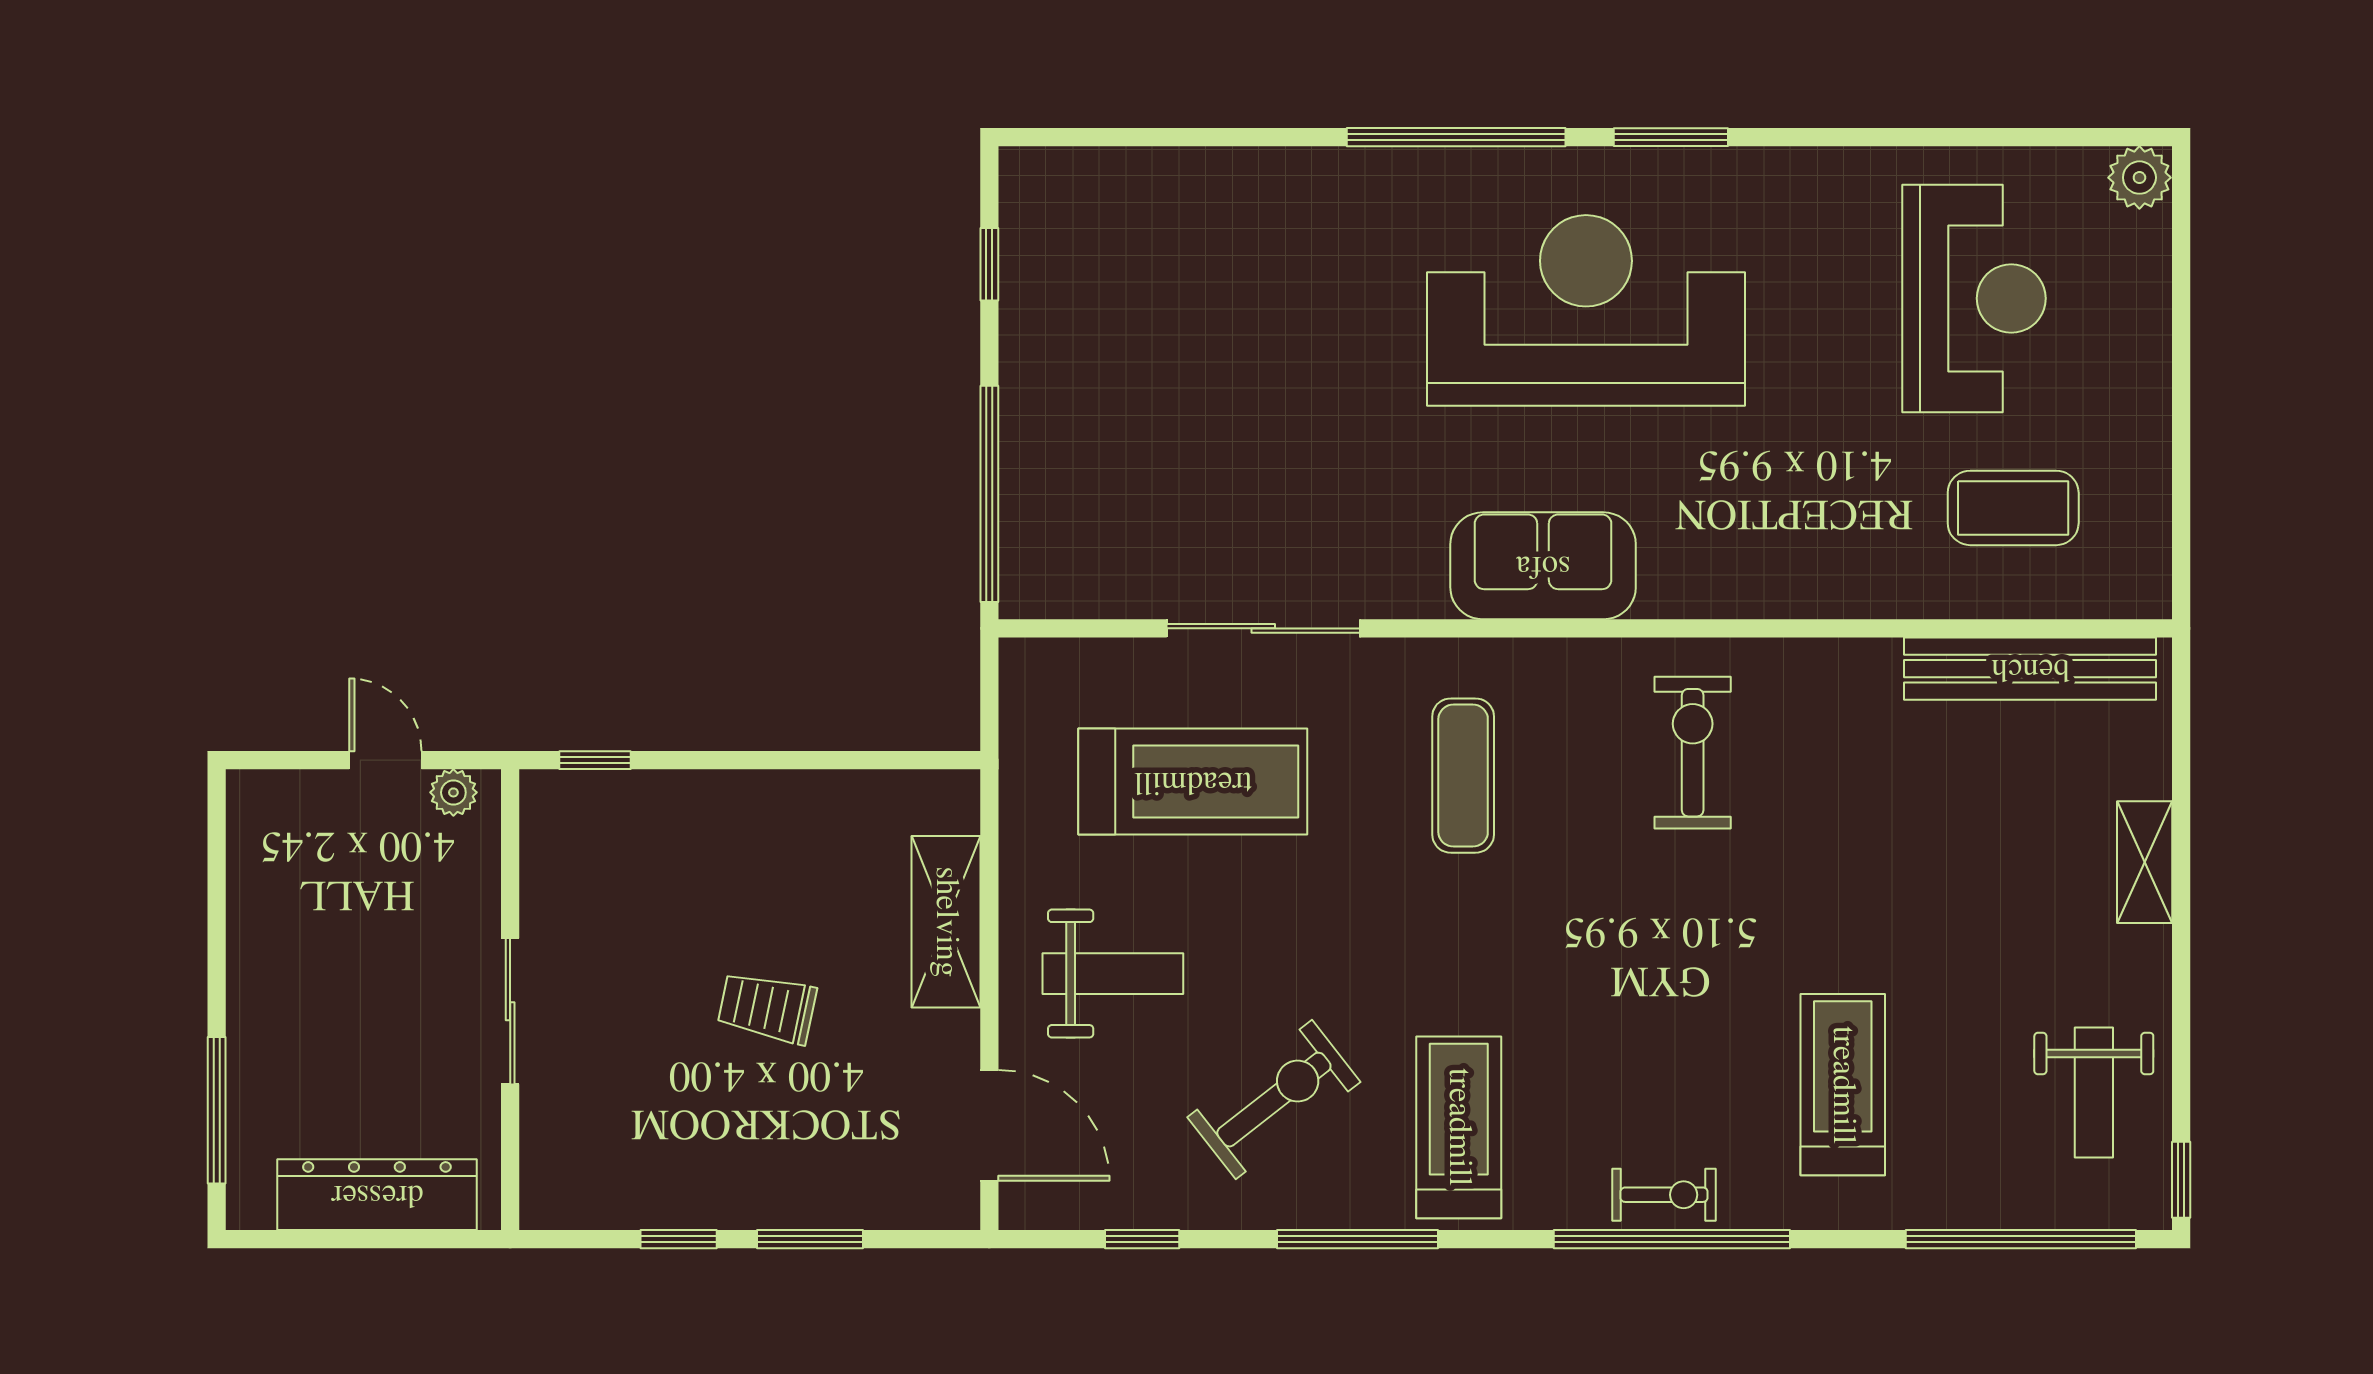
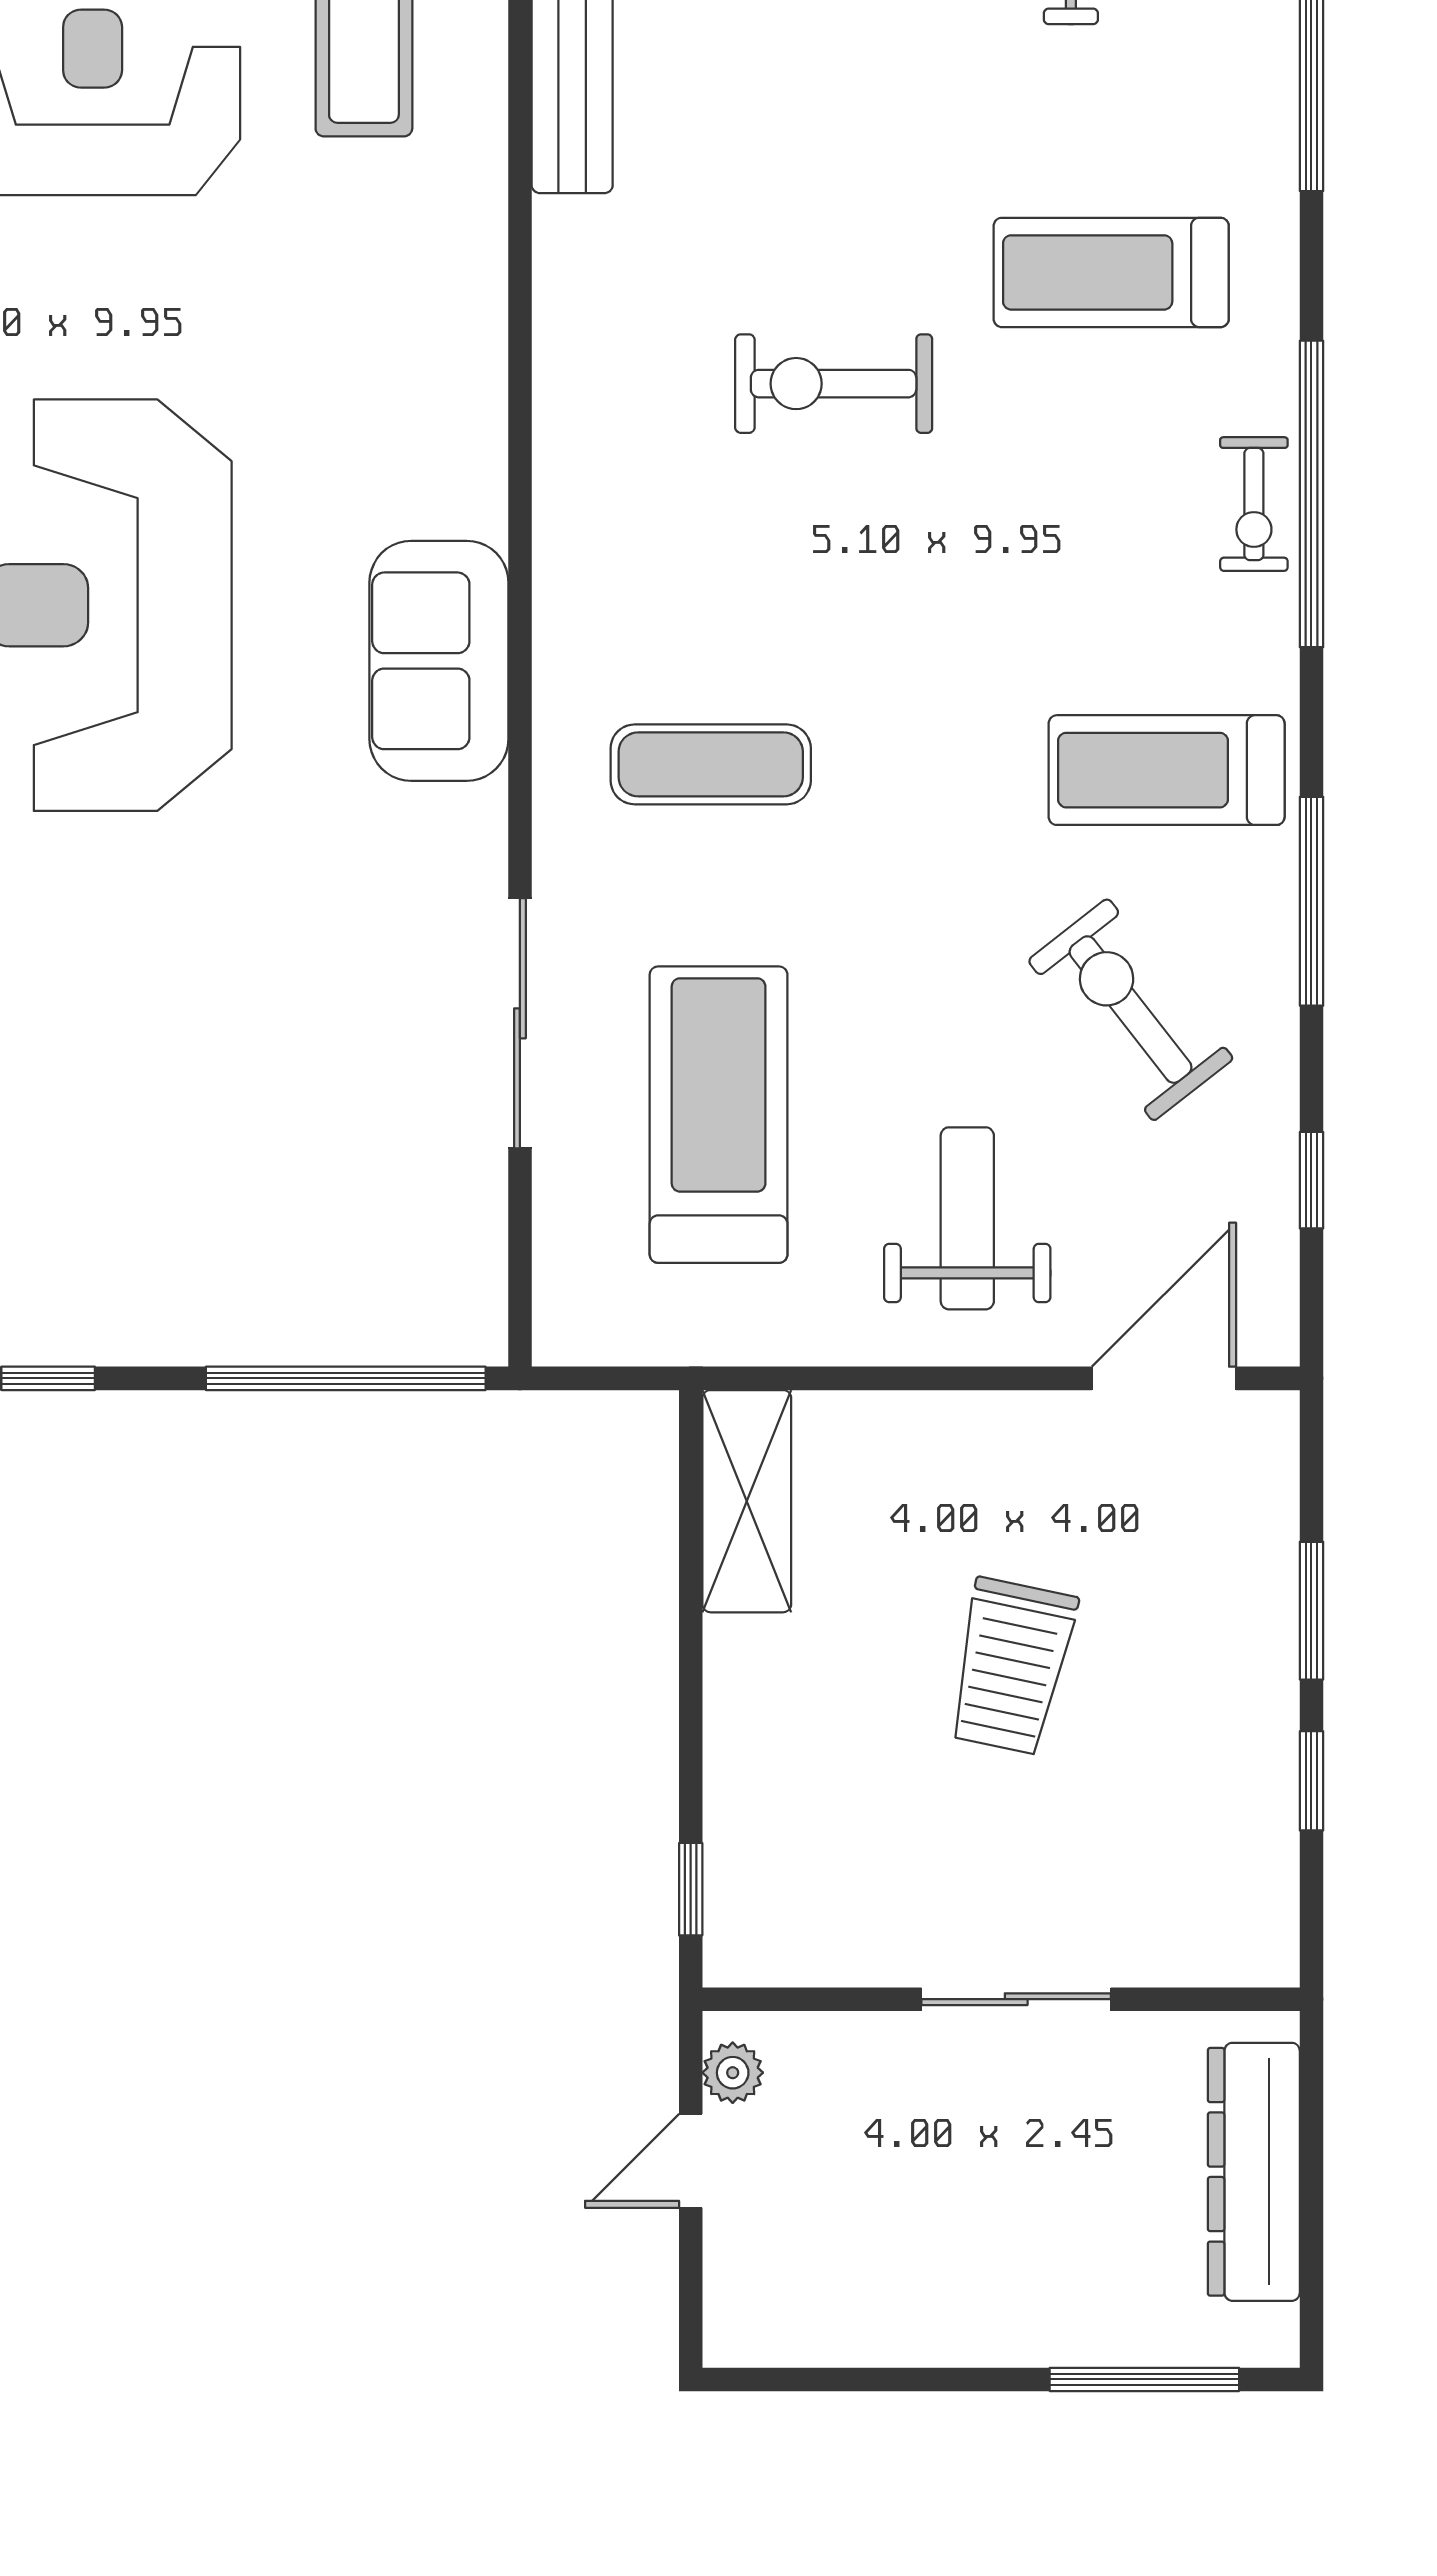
exercise bike: (1693, 753) -> (834, 384), moved
shelving: (946, 922) -> (747, 1501), moved, turned 90
trolley: (767, 1008) -> (1011, 1666), width x1.36, depth x1.39
exercise bike: (1664, 1195) -> (1254, 504), turned 180

